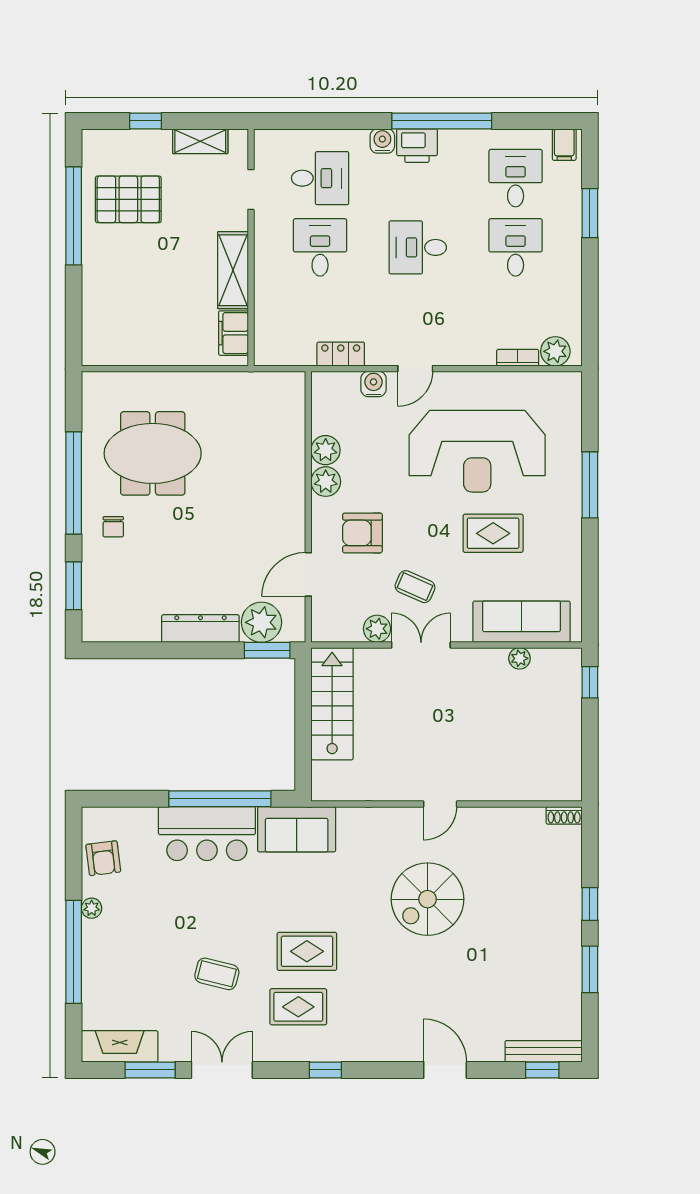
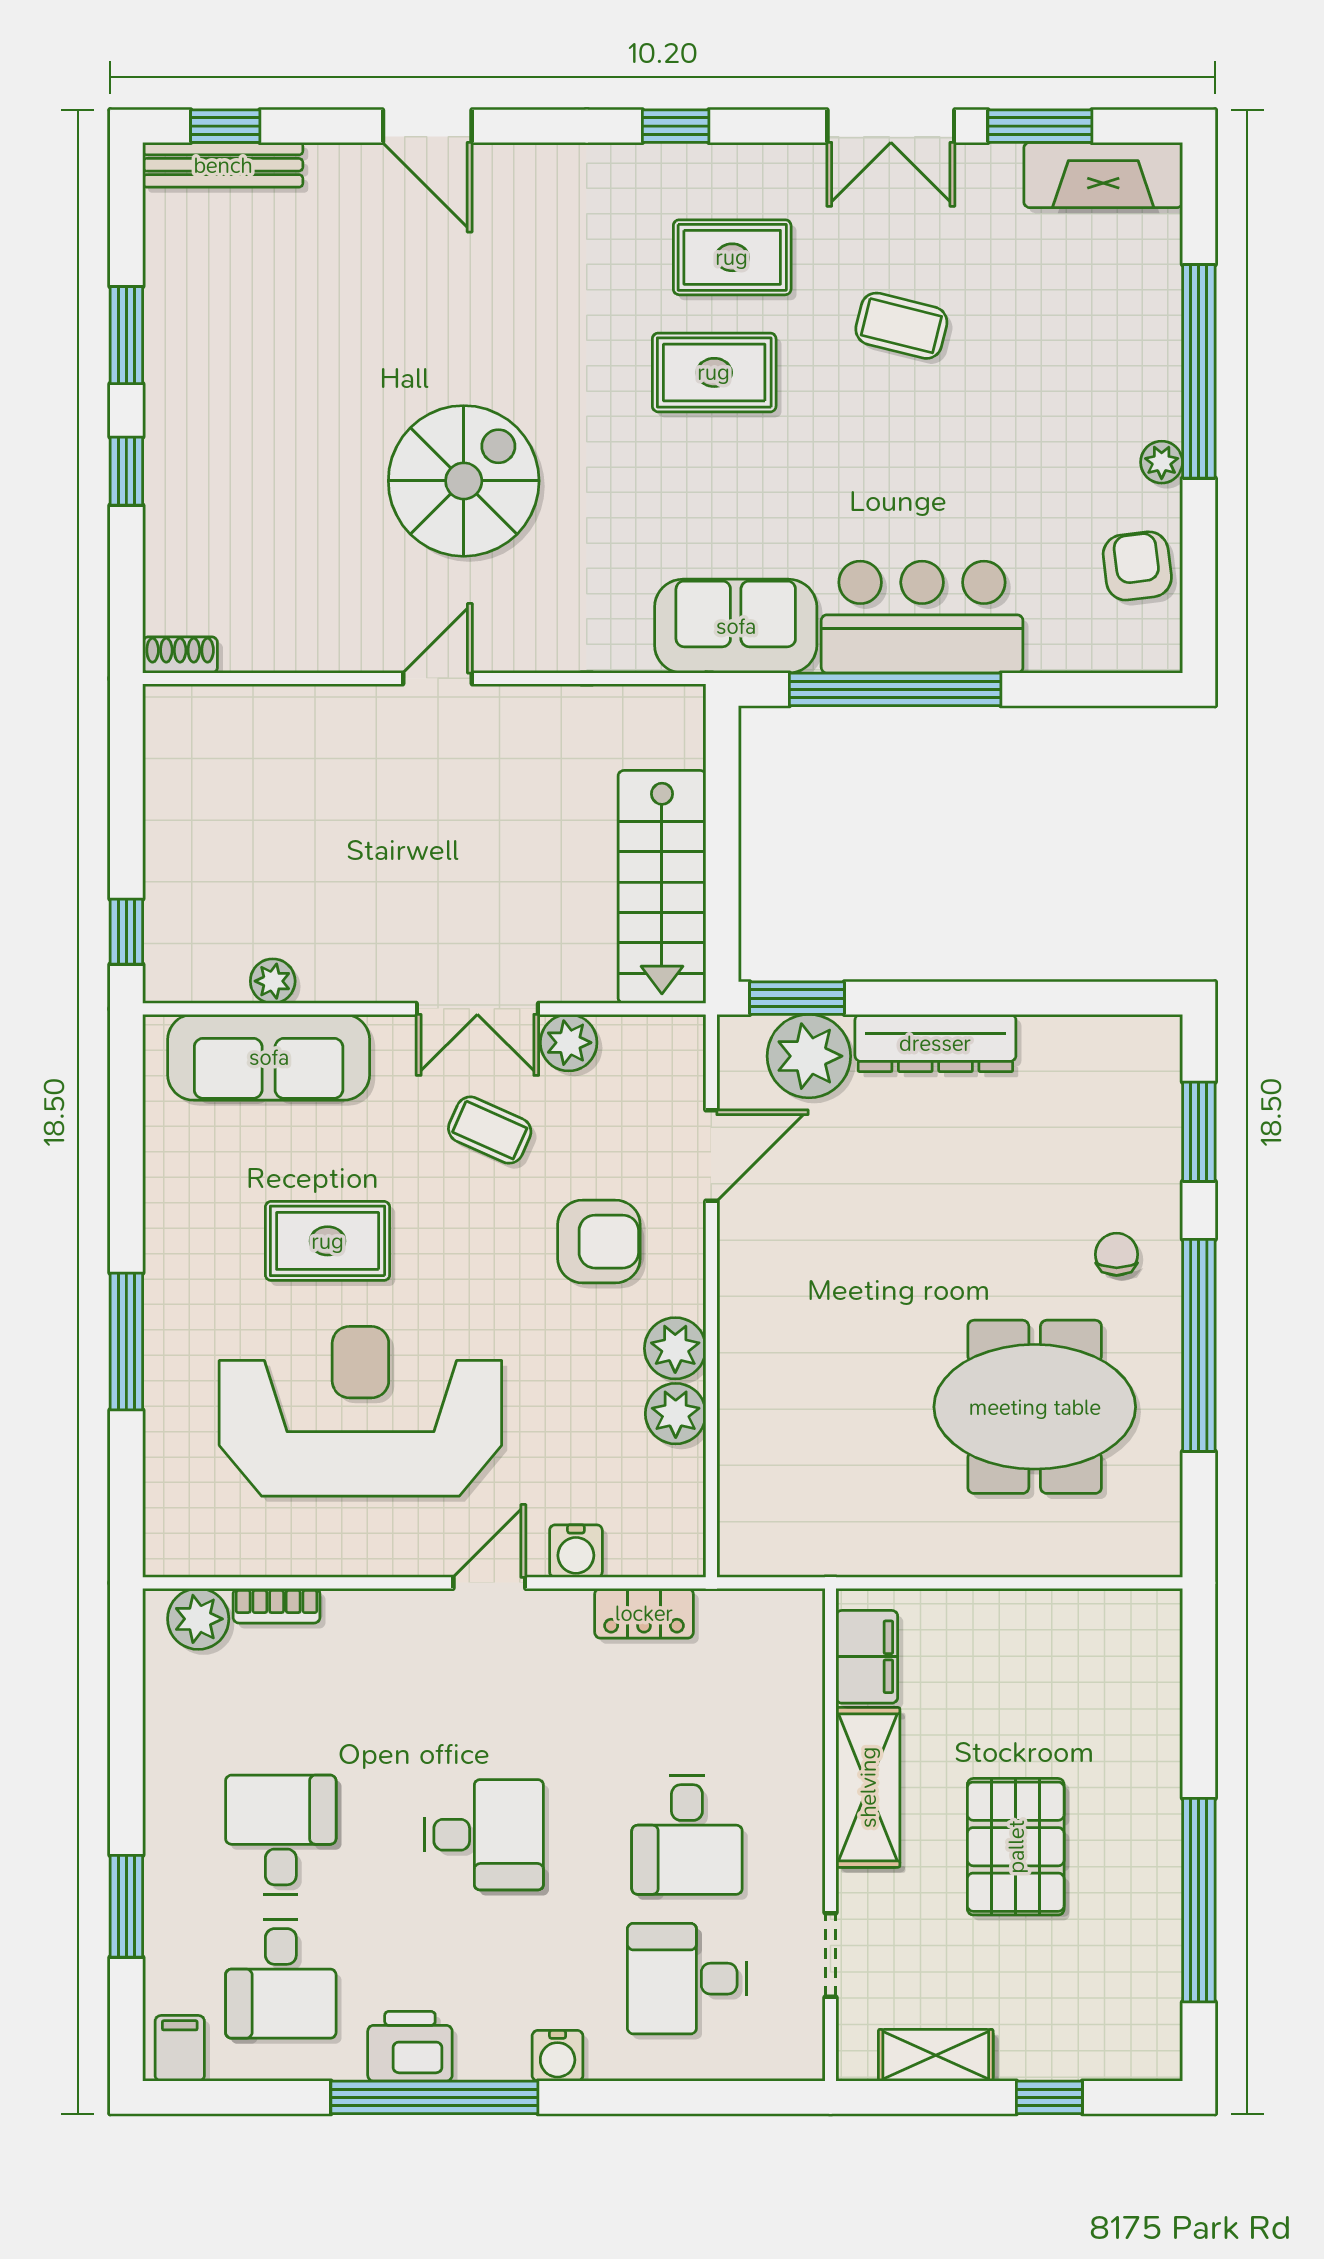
printer: (417, 146) -> (410, 2046), moved
pallet: (128, 199) -> (1016, 1847), moved, turned 90
desk: (516, 247) -> (281, 1835), turned 180

